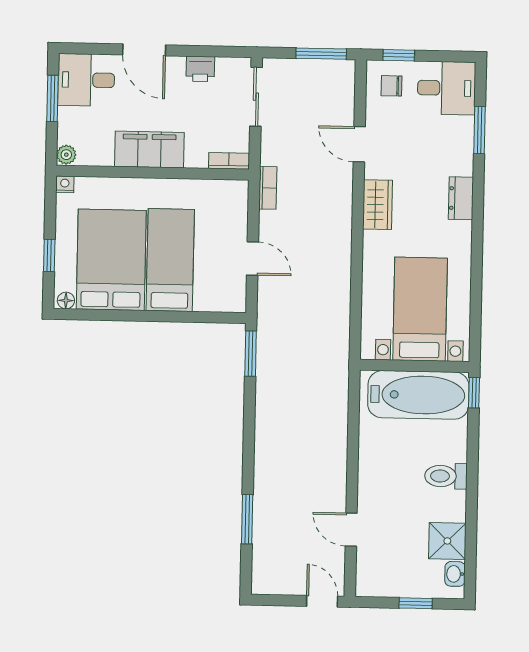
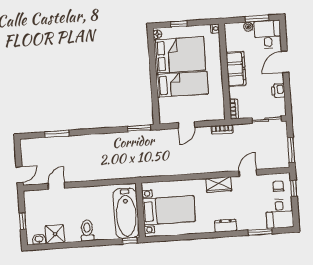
plant: (66, 155) -> (248, 27), moved

